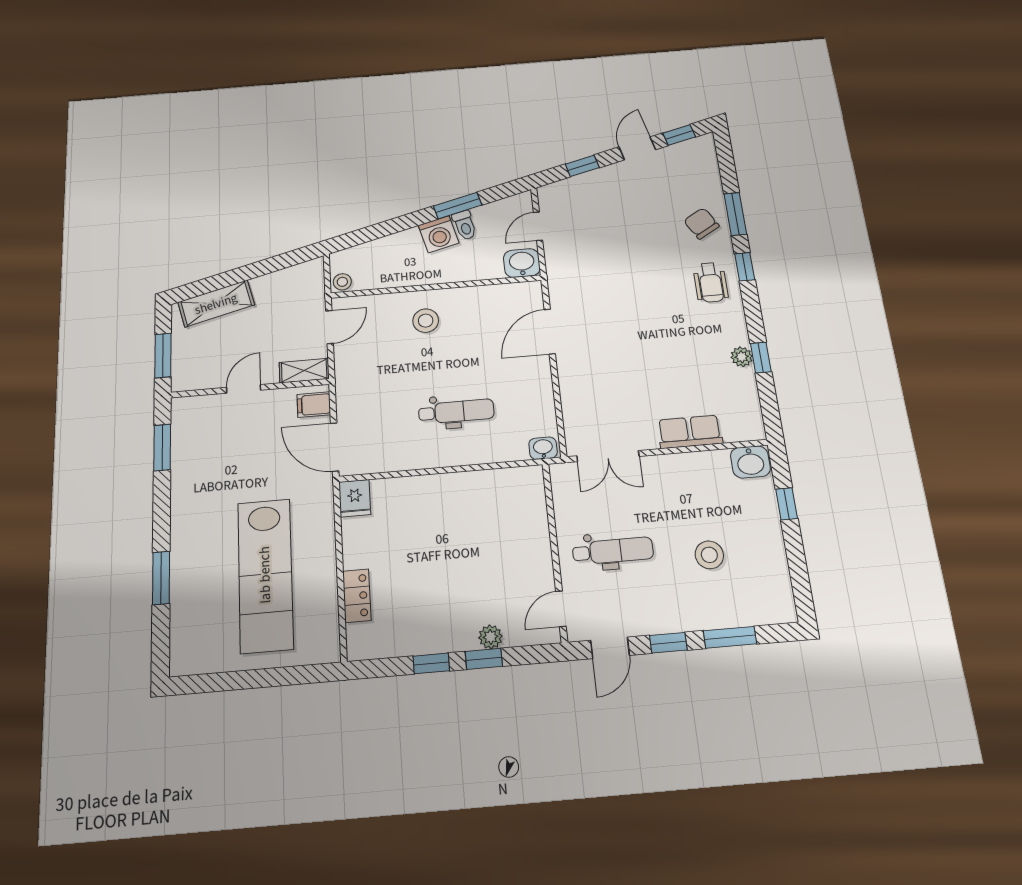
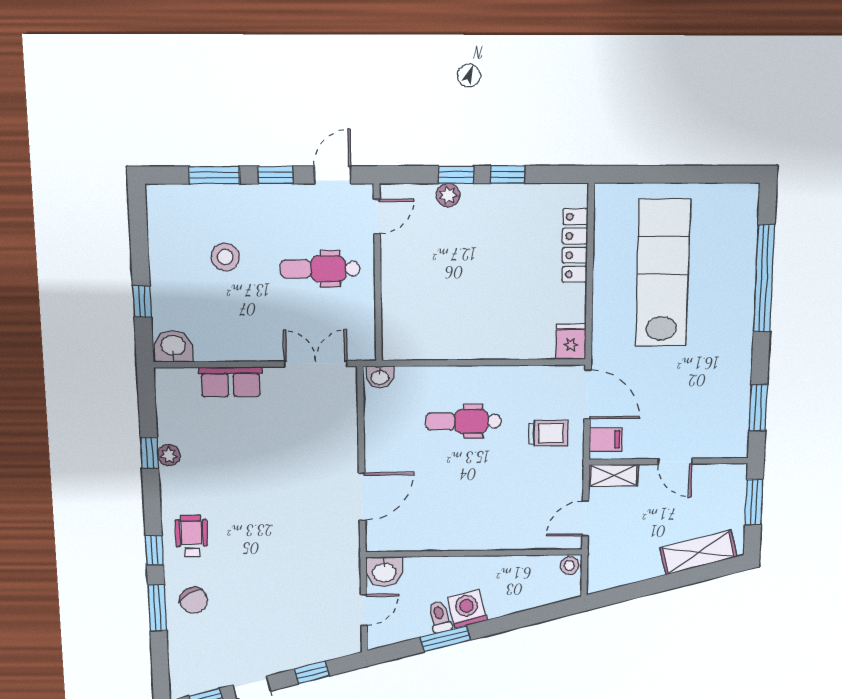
stool: (426, 321) -> (487, 518), removed
door: (244, 389) -> (675, 461), hinge flipped
trolley: (372, 406) -> (548, 433), added
window: (161, 578) -> (764, 278), width x2.11
locker: (357, 596) -> (575, 246), width x1.53

